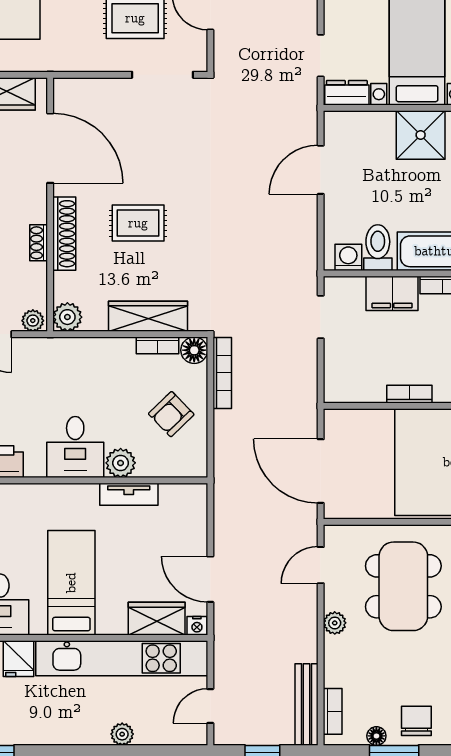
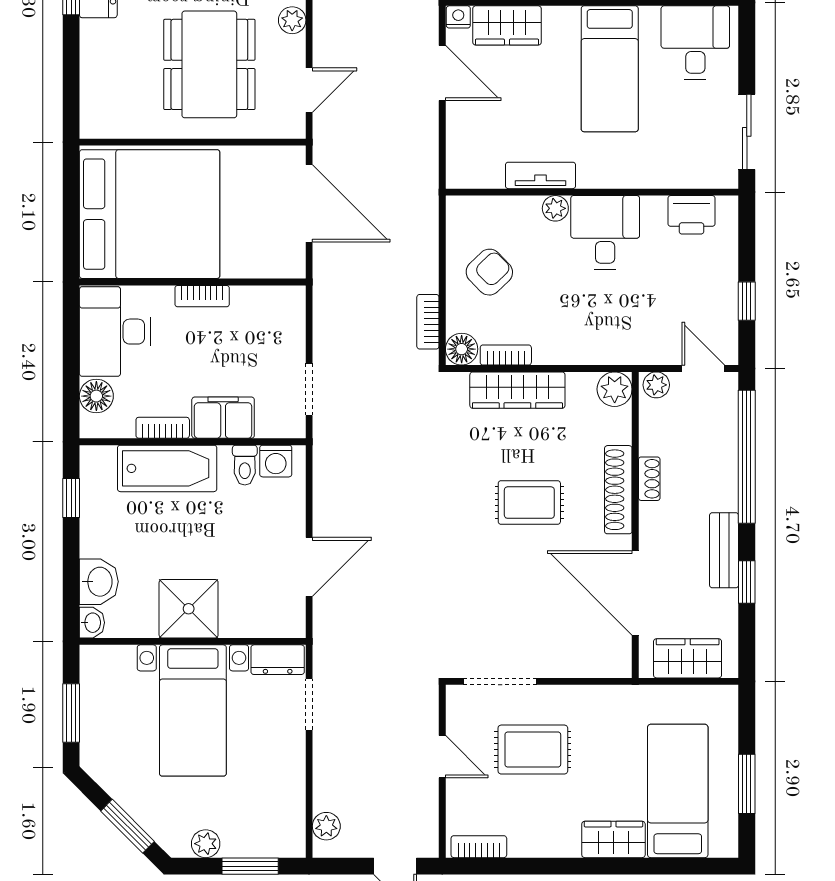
toilet: (378, 248) -> (245, 465), width x0.73, depth x0.72
bookcase: (222, 373) -> (428, 322), width x0.64
plant: (121, 463) -> (555, 208), width x0.73, depth x0.73

